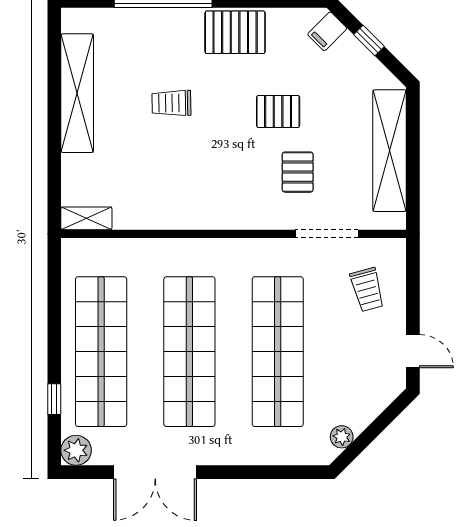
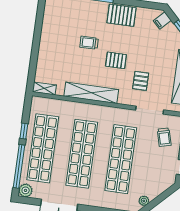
shelving: (77, 93) -> (91, 93), moved, turned 90
pallet: (278, 111) -> (116, 60), moved
window: (54, 319) -> (24, 131), added
window: (54, 399) -> (19, 166), width x3.17

